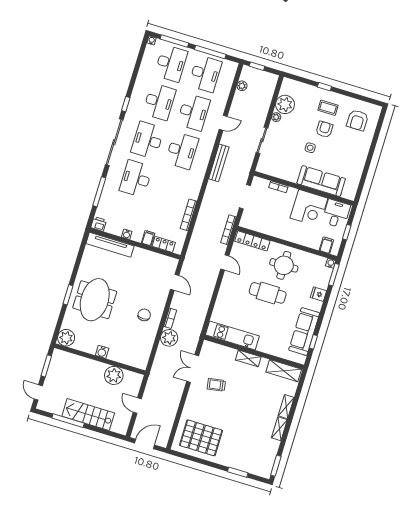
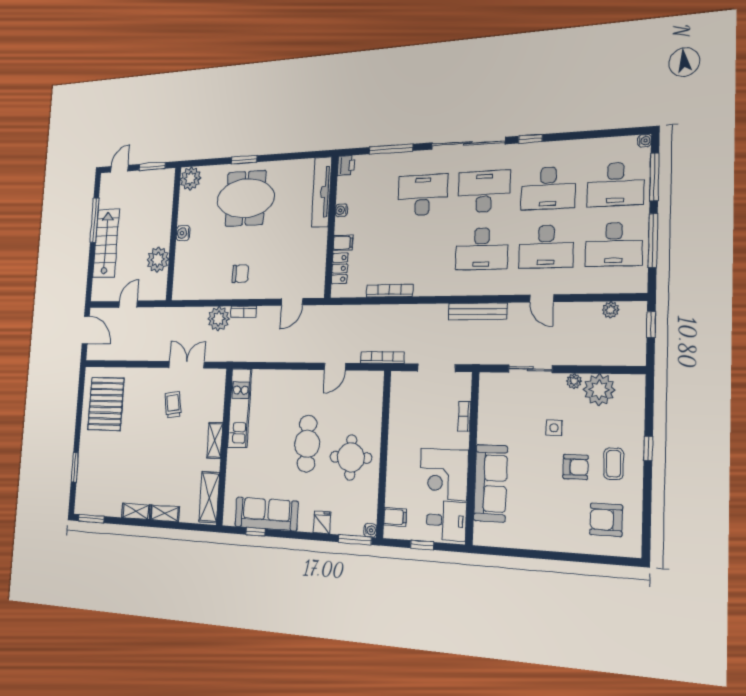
side table: (310, 148) -> (554, 428), moved
locker: (252, 241) -> (375, 399), removed

